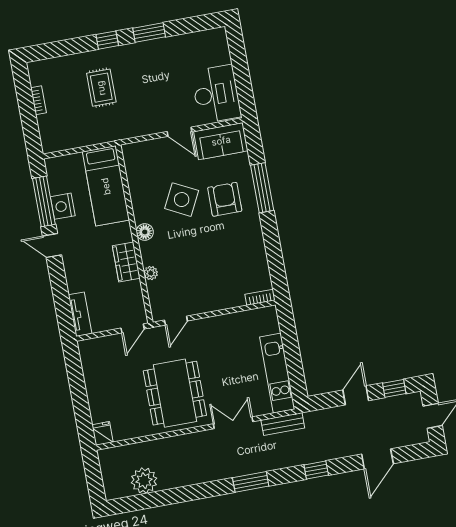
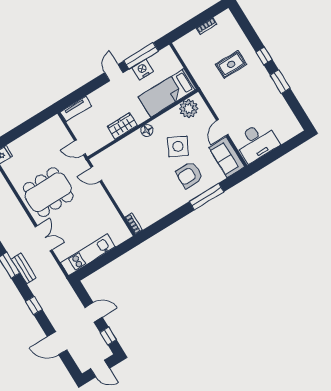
armchair: (225, 199) -> (189, 175), turned 180
plant: (151, 273) -> (189, 109), moved, width x1.87, depth x1.87
bench: (283, 424) -> (24, 268), moved

